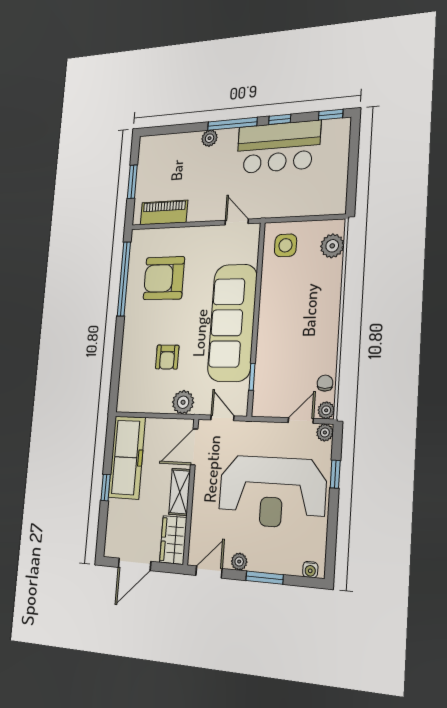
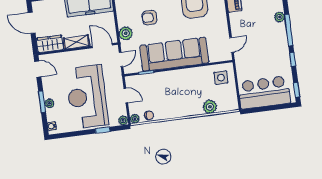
bar counter: (278, 147) -> (264, 92), moved, turned 90
plant: (332, 246) -> (210, 107), moved
door: (301, 421) -> (126, 95), moved
plant: (239, 562) -> (49, 103), moved

